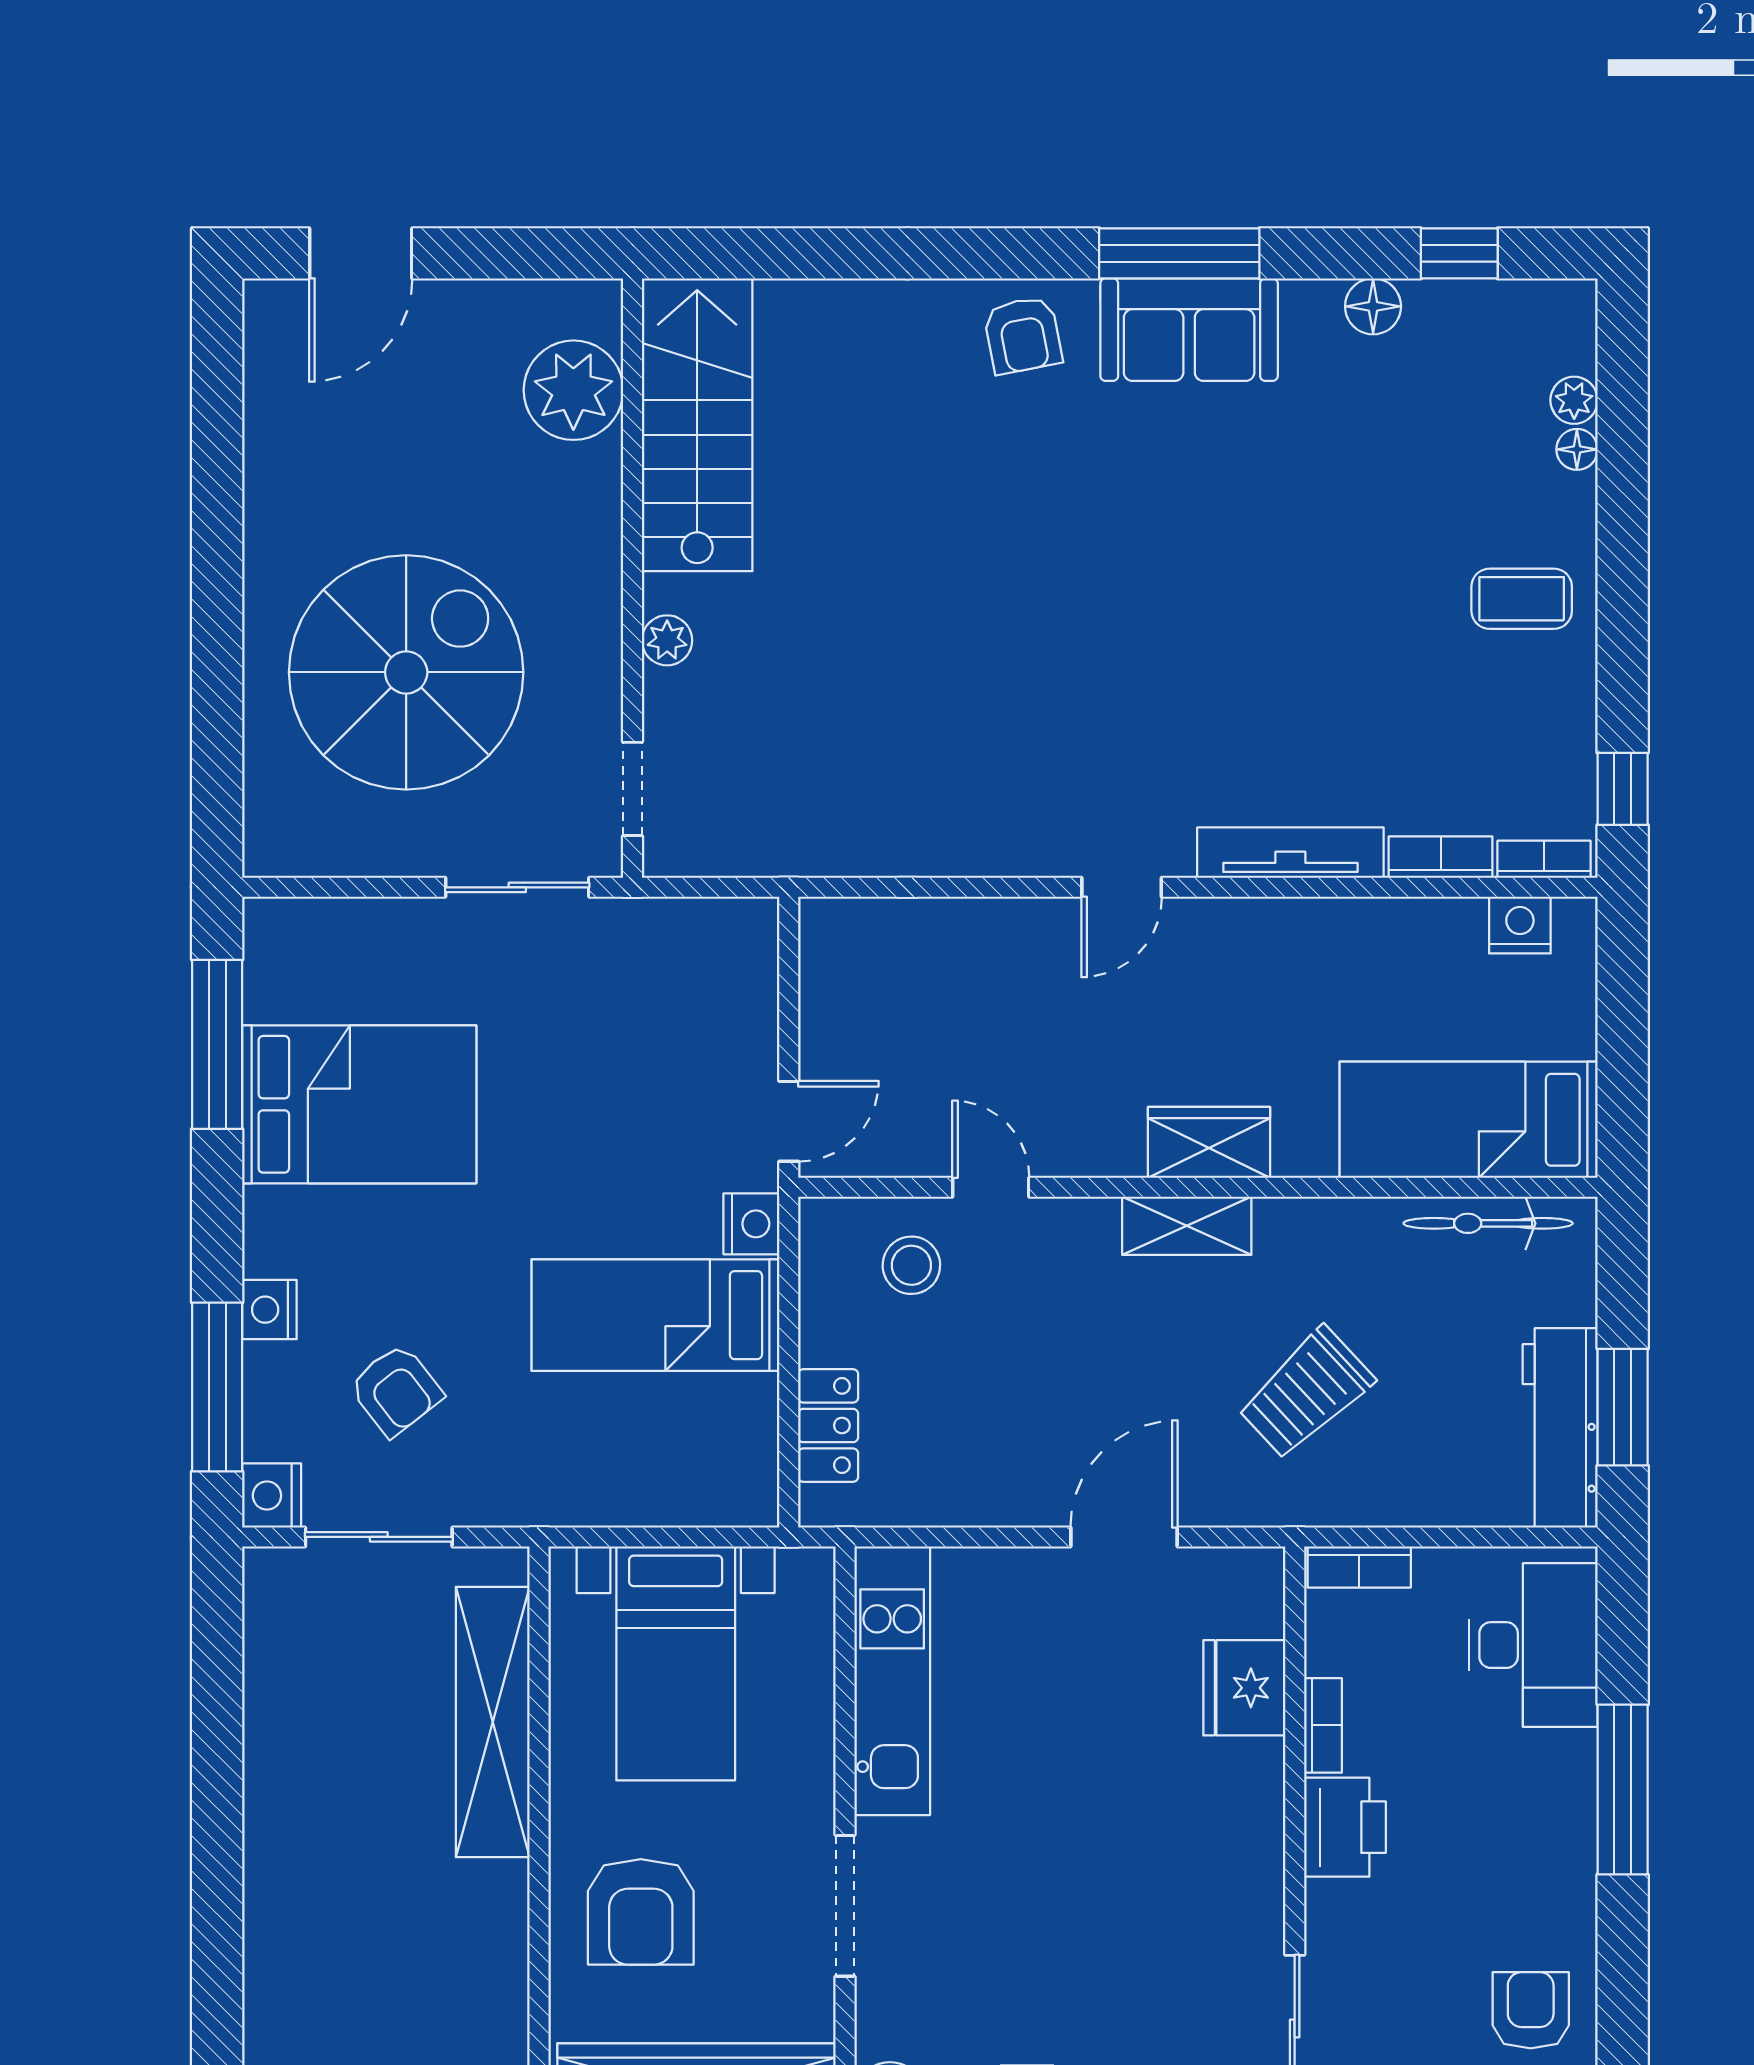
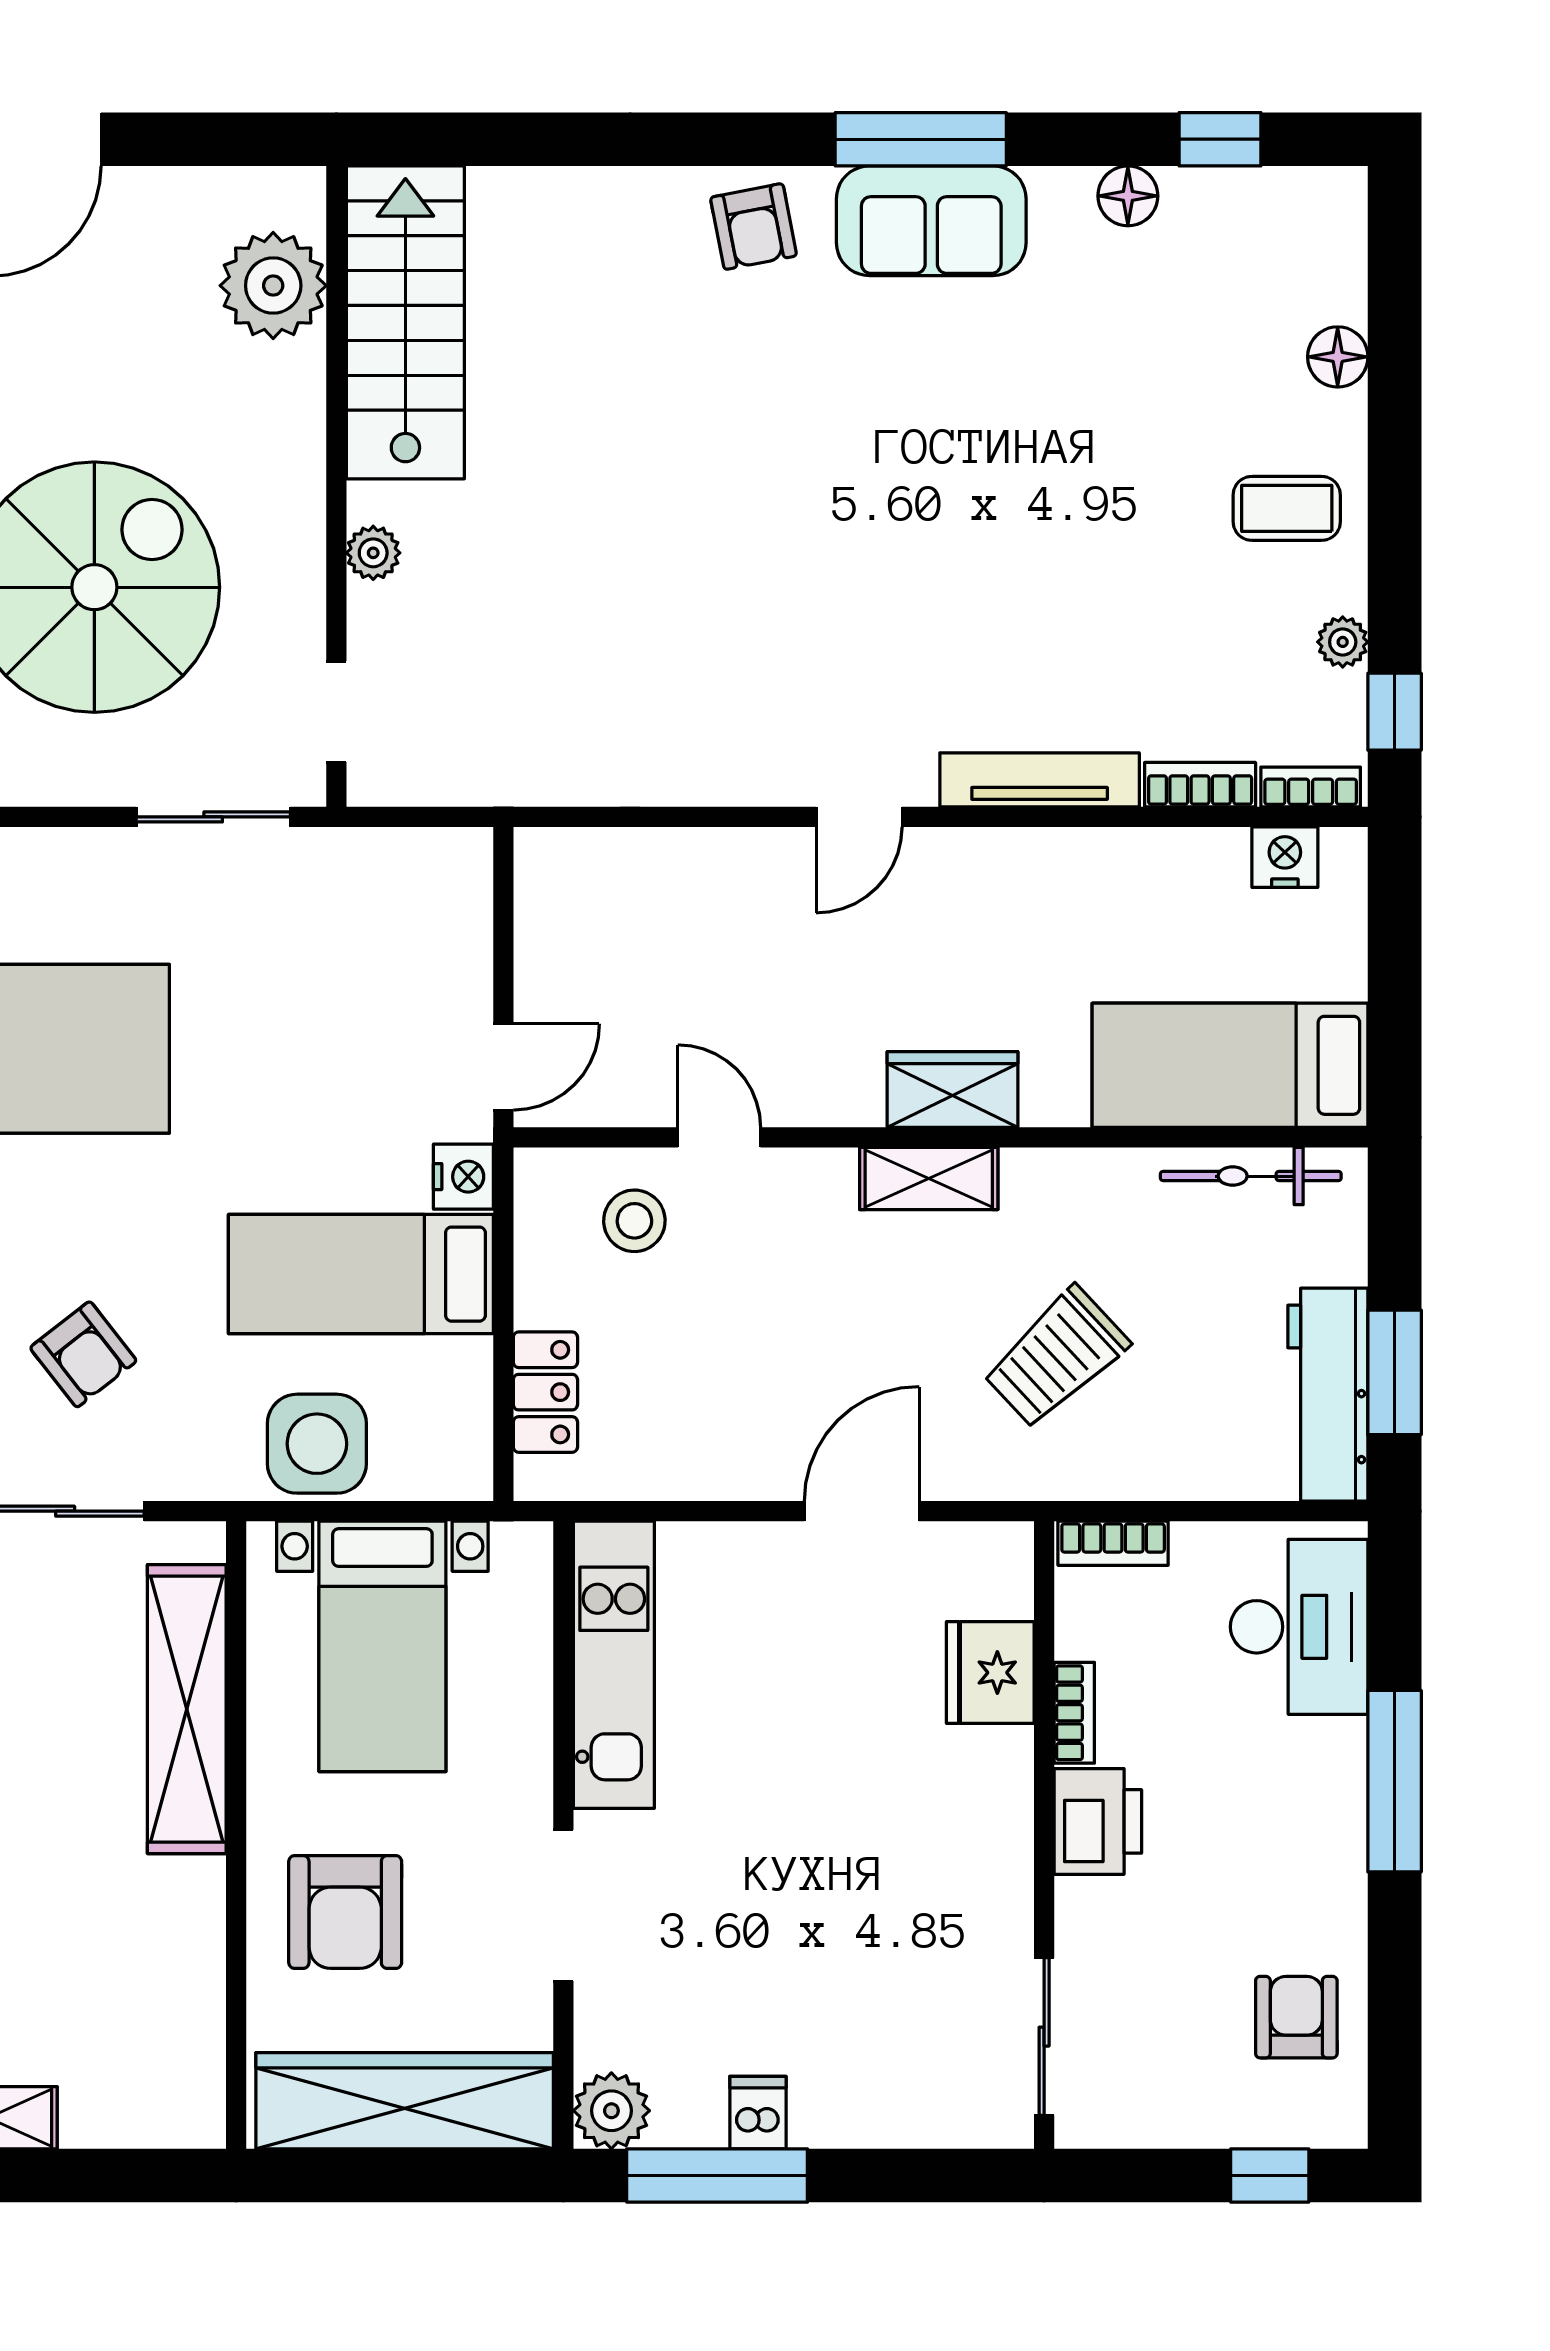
plant: (1574, 400) -> (1343, 642), moved
floor lamp: (1577, 449) -> (1338, 357), width x1.37, depth x1.37
side table: (614, 1474) -> (317, 1444), added

